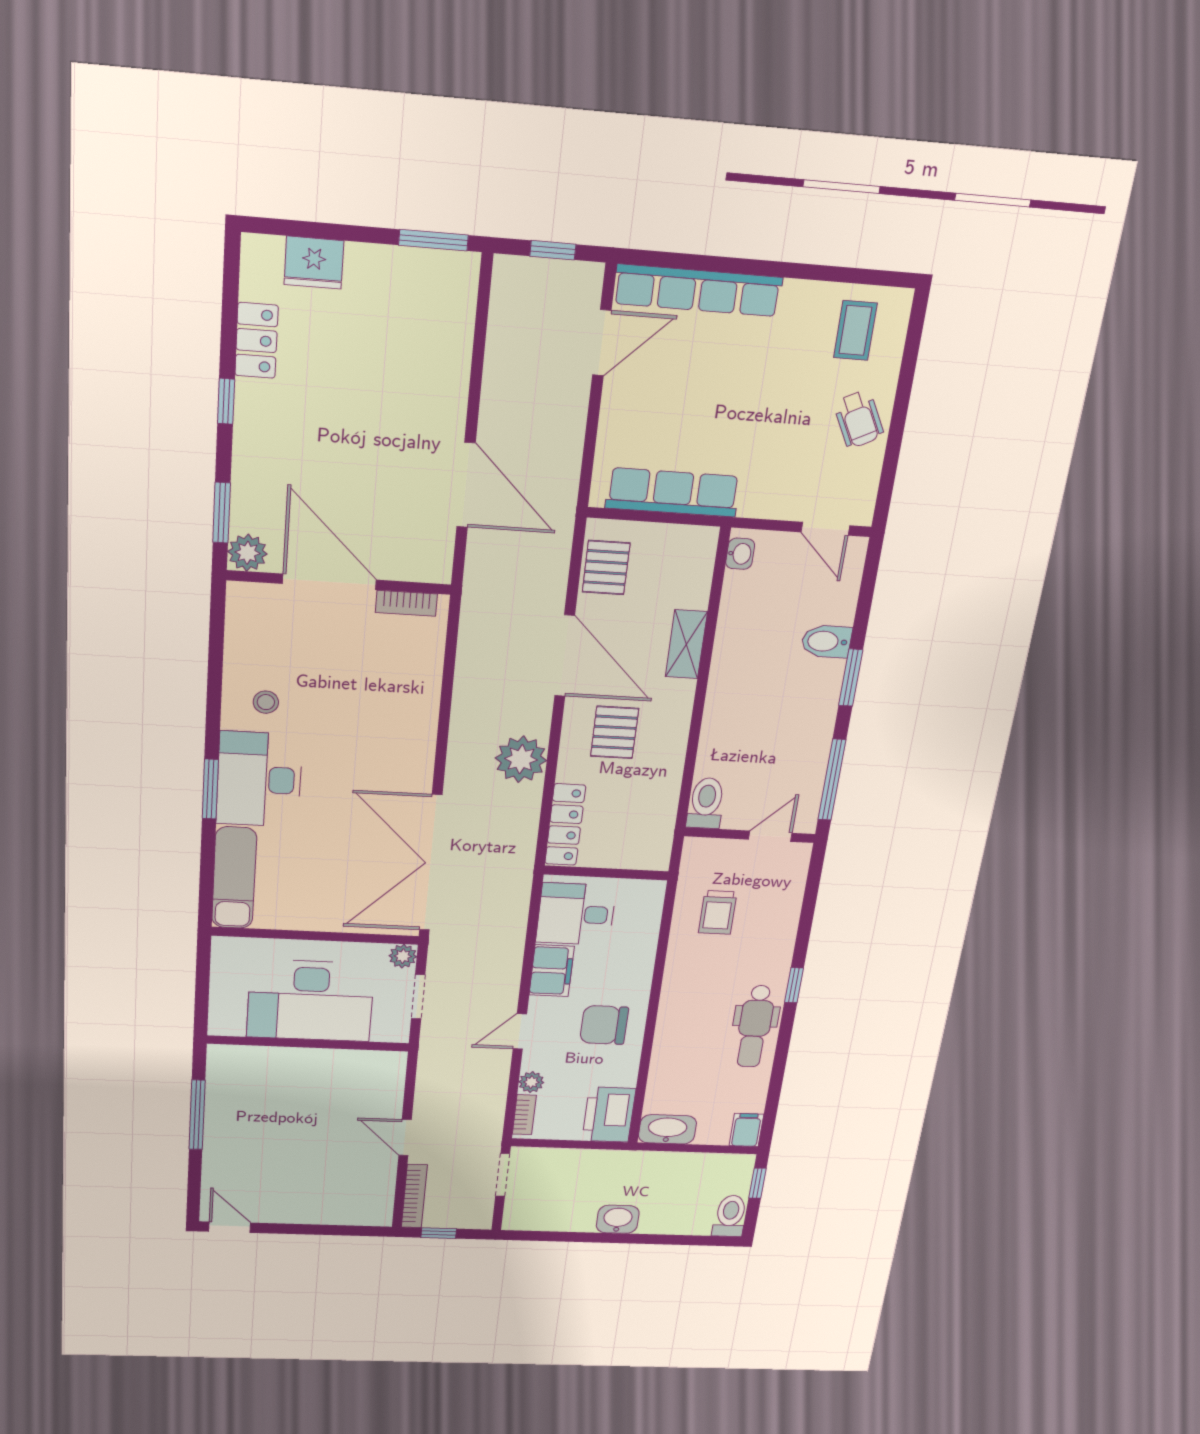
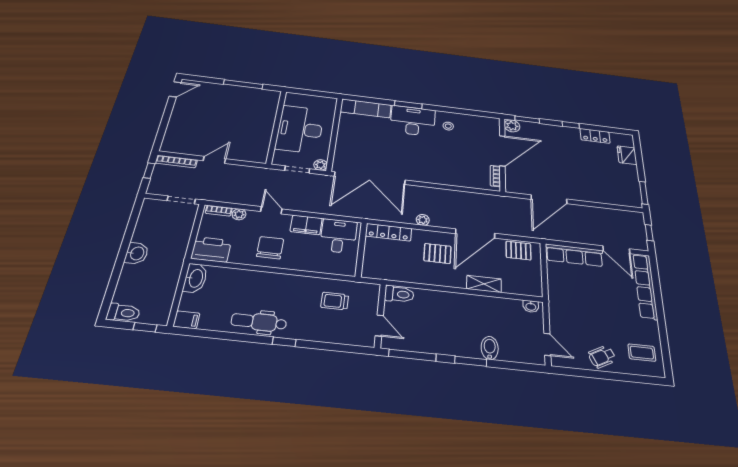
row of seats: (673, 492) -> (574, 255), moved, turned 90
door: (825, 529) -> (547, 344), swing flipped
plant: (521, 759) -> (423, 220), width x0.53, depth x0.53
double door: (431, 863) -> (370, 178), swing flipped

